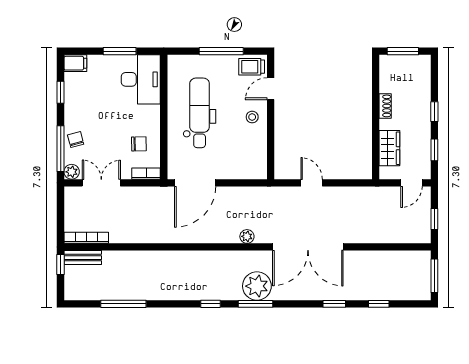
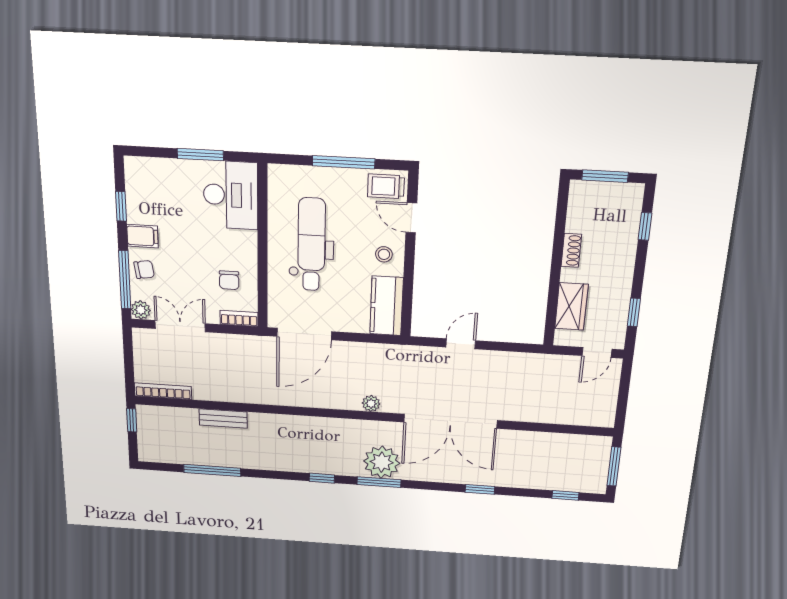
filing cabinet: (75, 63) -> (142, 236), moved
door: (271, 89) -> (411, 218), hinge flipped
window: (434, 112) -> (645, 226), moved
chair: (76, 140) -> (144, 270), turned 96
chair: (139, 144) -> (229, 280), turned 91
kitchen counter: (256, 156) -> (387, 306), added
door: (312, 183) -> (461, 344), hinge flipped
window: (434, 219) -> (623, 399), removed
bench: (83, 258) -> (223, 418), moved
window: (379, 304) -> (565, 495), moved

